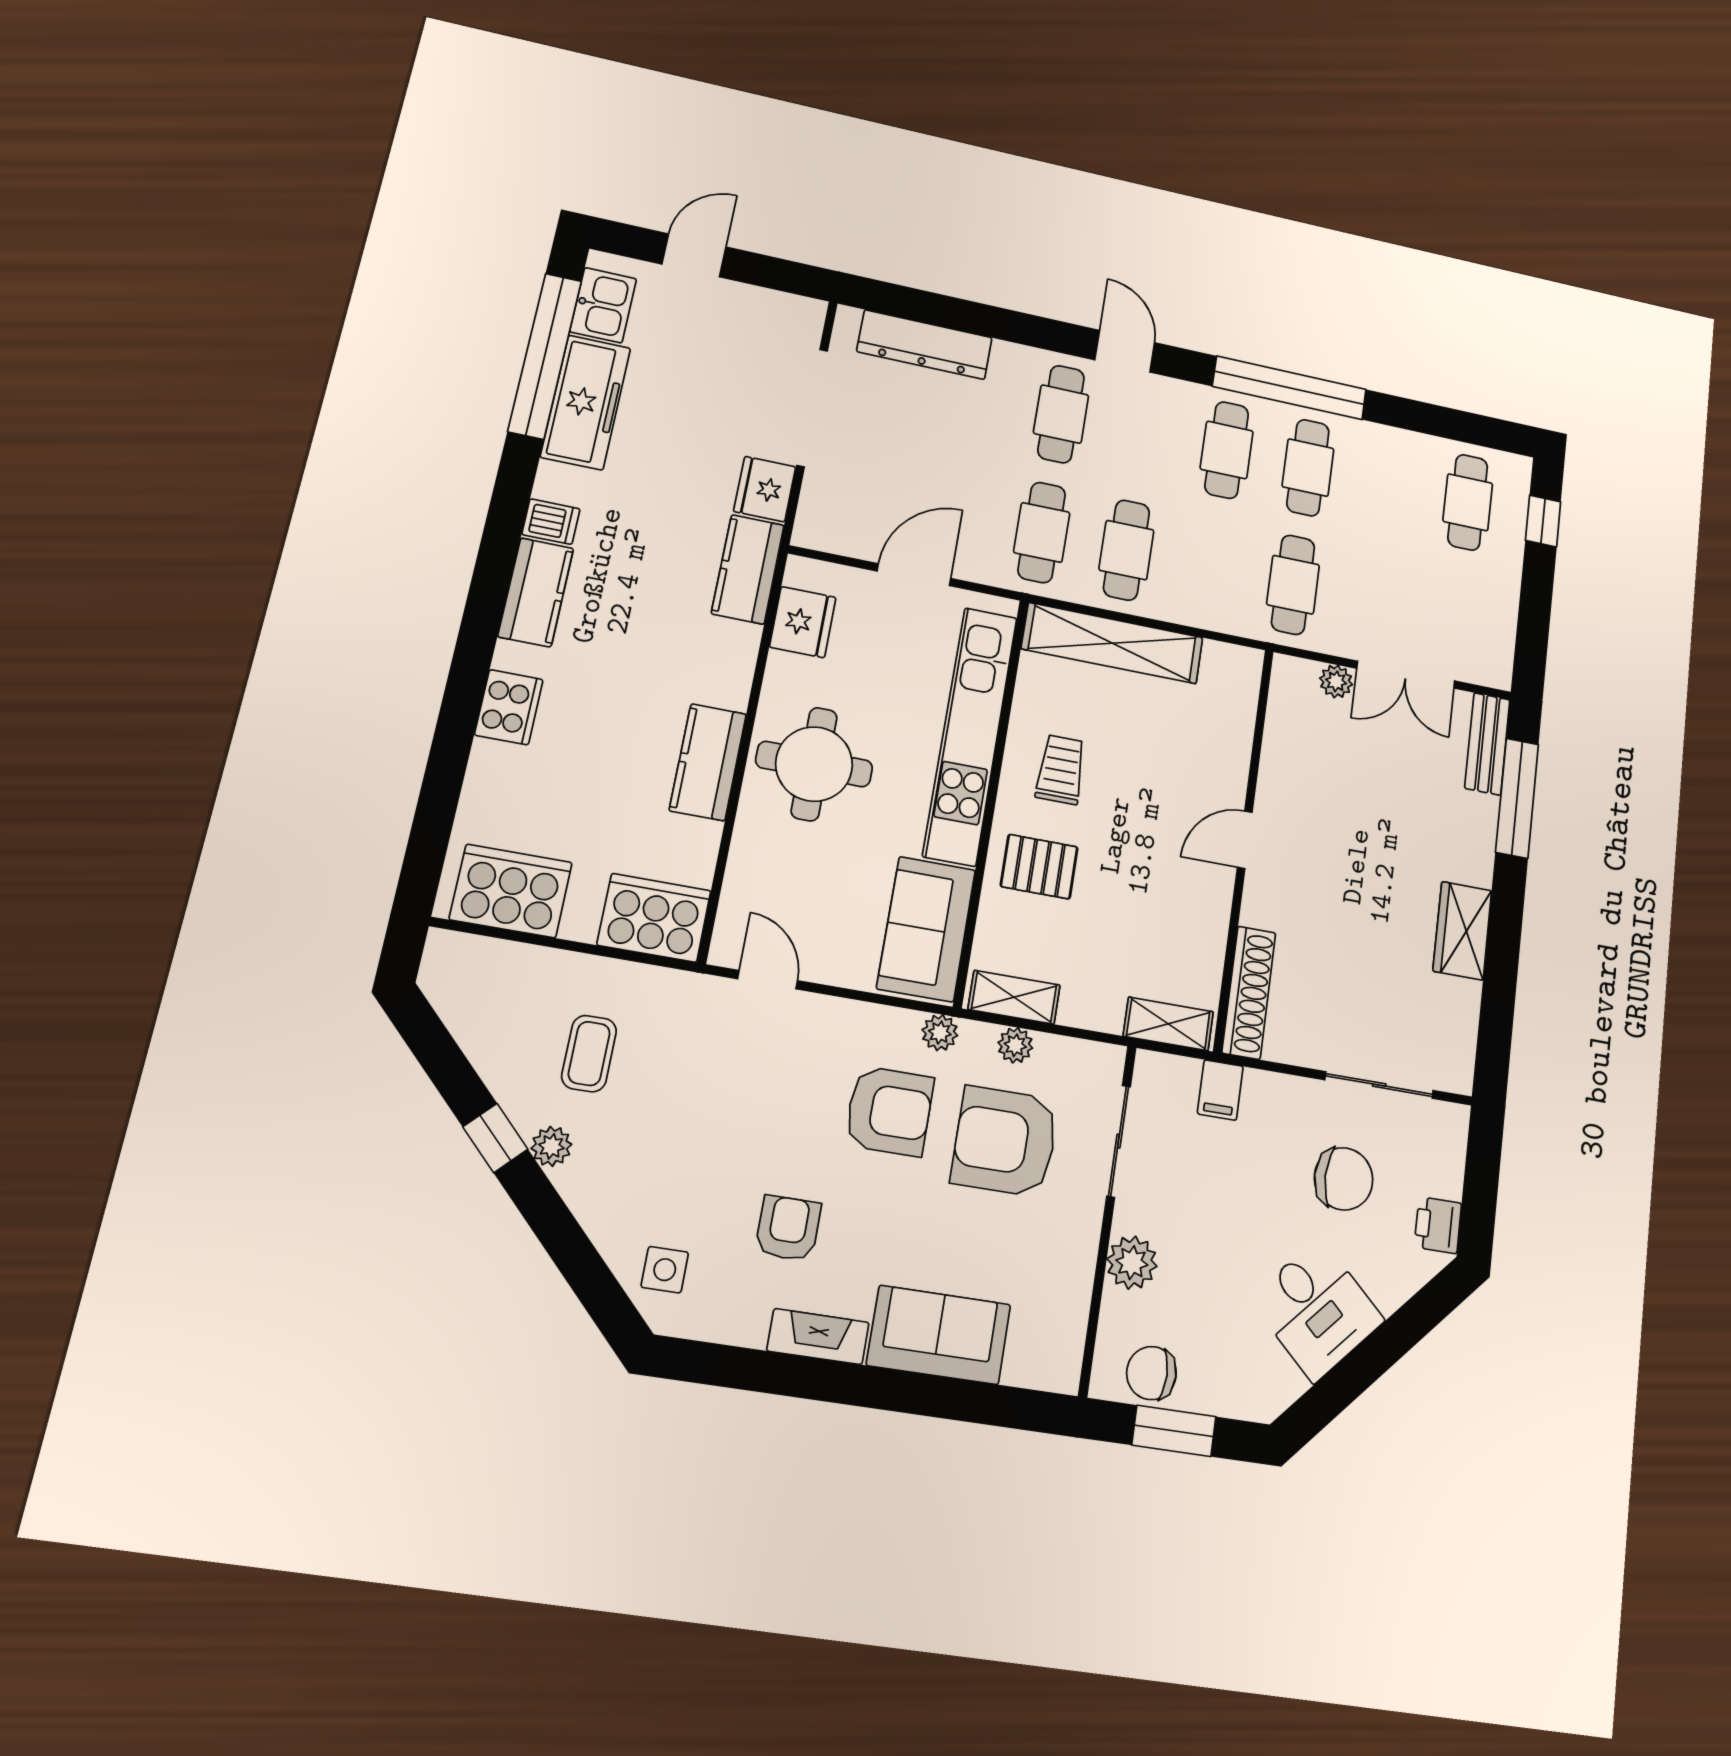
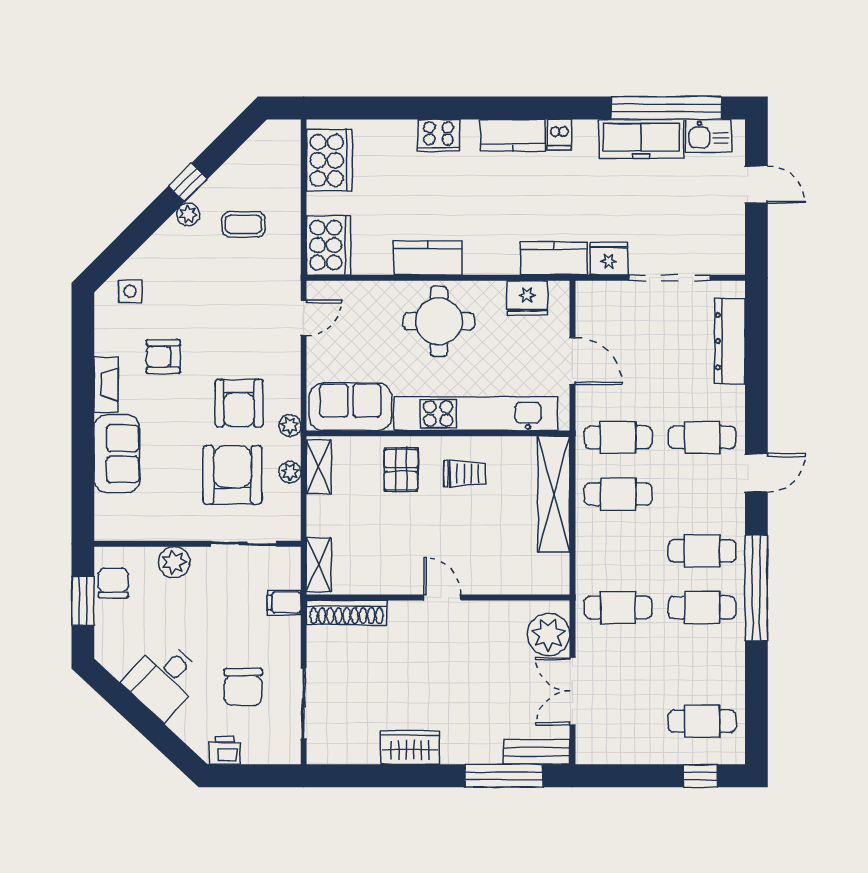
plant: (1336, 681) -> (548, 635), width x1.87, depth x1.87
armchair: (788, 1228) -> (163, 357), turned 180

